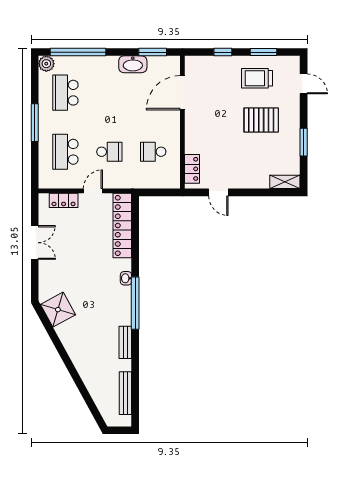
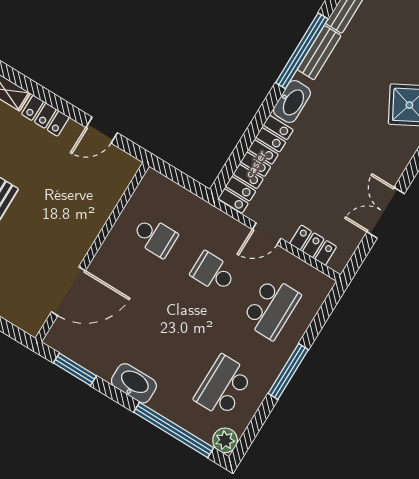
washbasin: (133, 64) -> (134, 383), moved
school desk: (65, 93) -> (223, 386), turned 180
locker: (192, 169) -> (45, 116), moved, turned -90
door: (218, 192) -> (102, 130), swing flipped
washbasin: (126, 278) -> (292, 102), width x1.91, depth x1.45
bench: (125, 308) -> (319, 53), added

